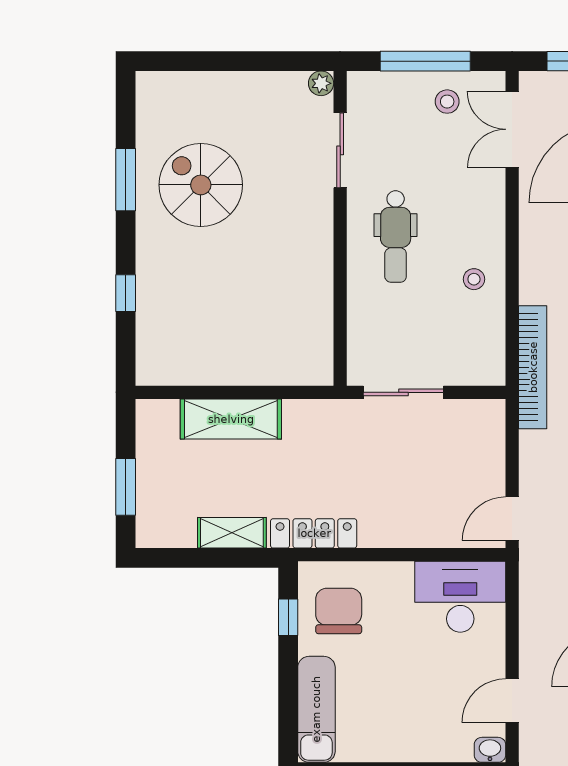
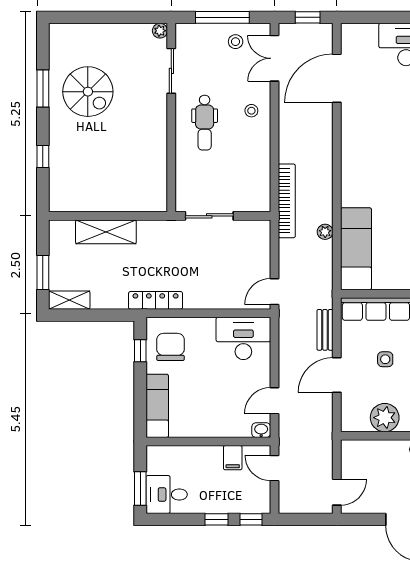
spiral stairs: (201, 185) -> (88, 92), turned 180
stool: (474, 279) -> (251, 111), moved
shelving: (232, 533) -> (69, 300), moved

